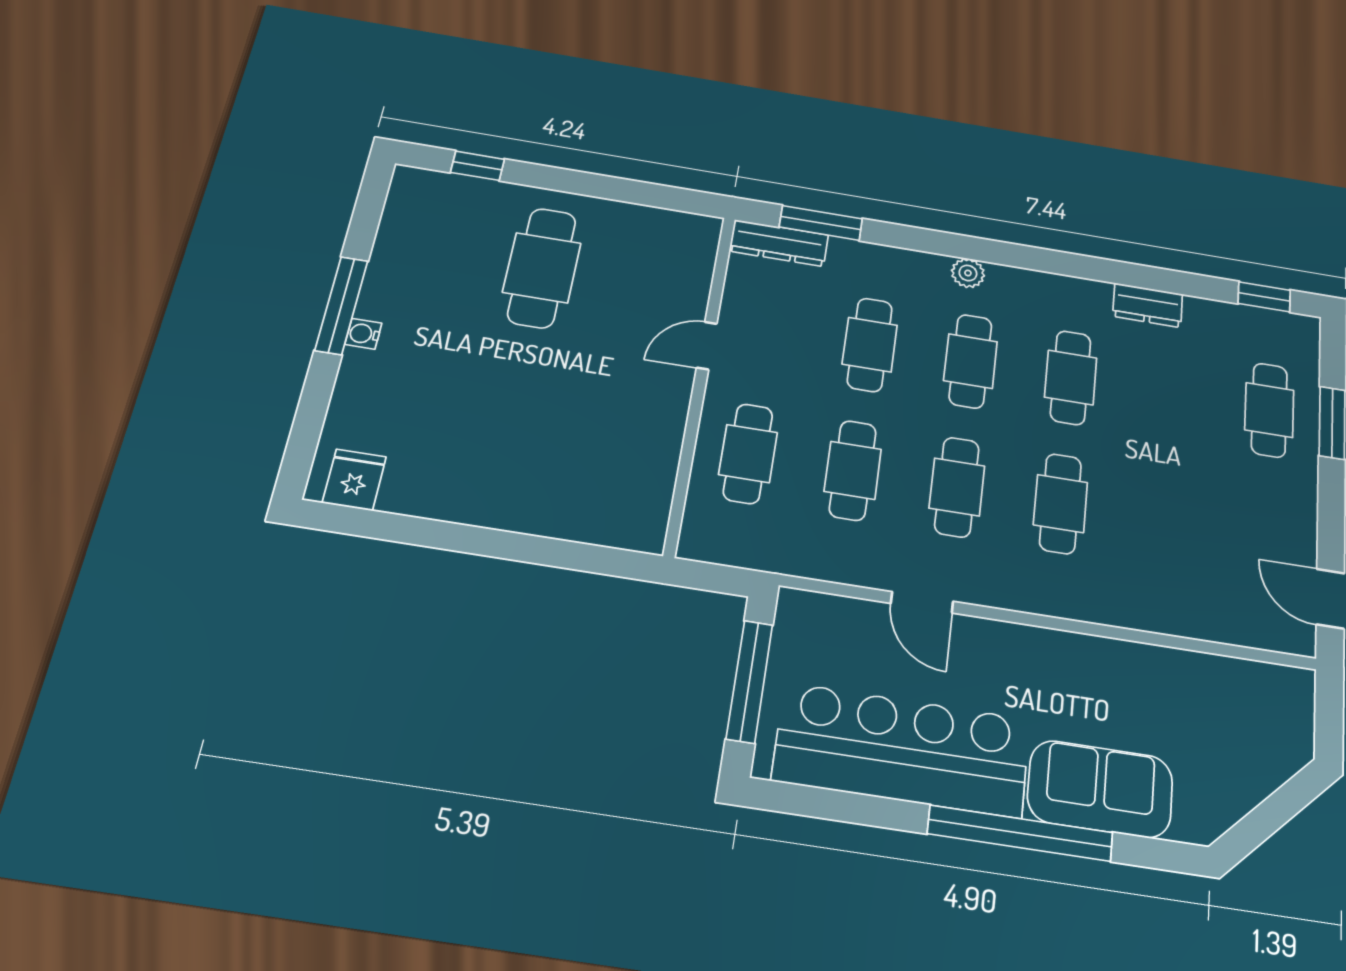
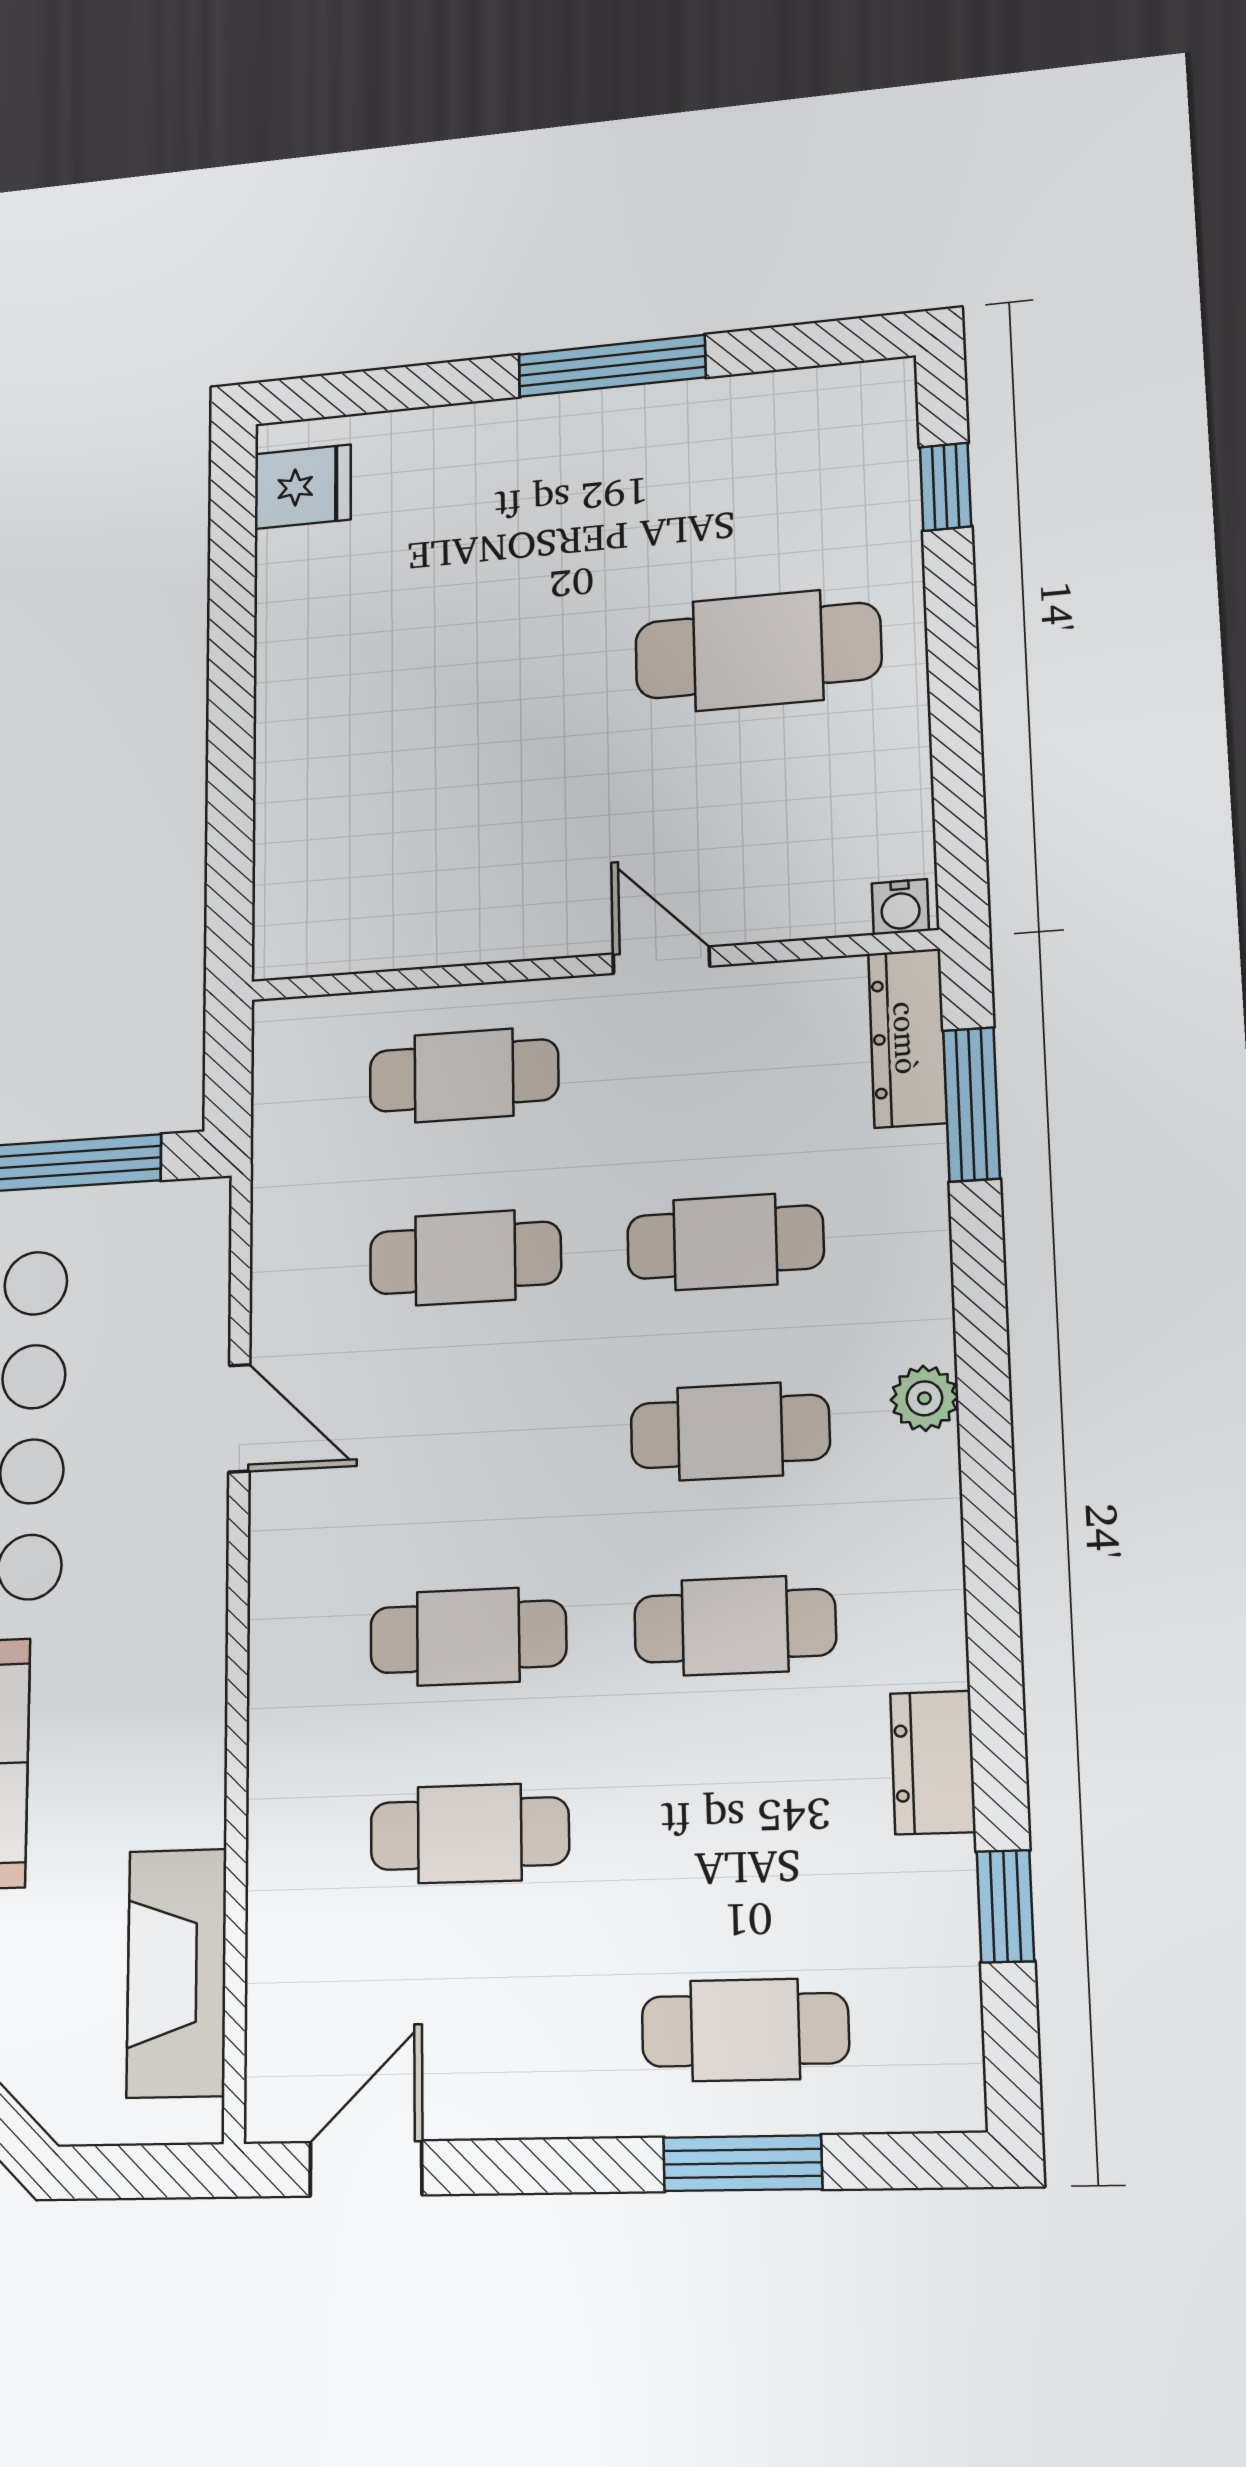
window: (1264, 297) -> (1005, 1906), moved
water cooler: (363, 334) -> (900, 907), moved, turned 180
cafe table: (957, 487) -> (470, 1834), moved
door: (922, 602) -> (239, 1418), swing flipped
fireplace: (1225, 681) -> (177, 1973), added

